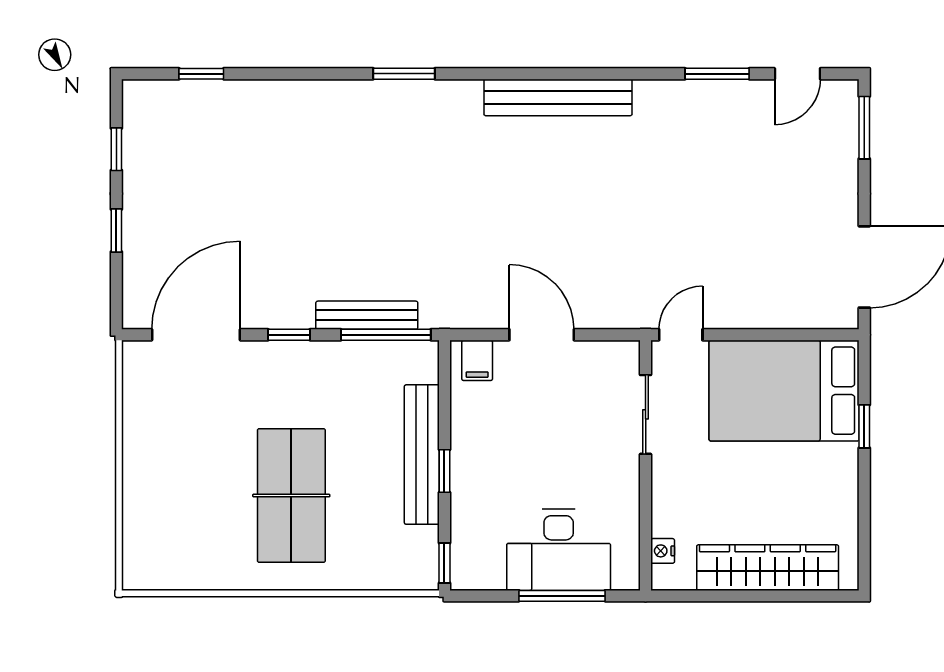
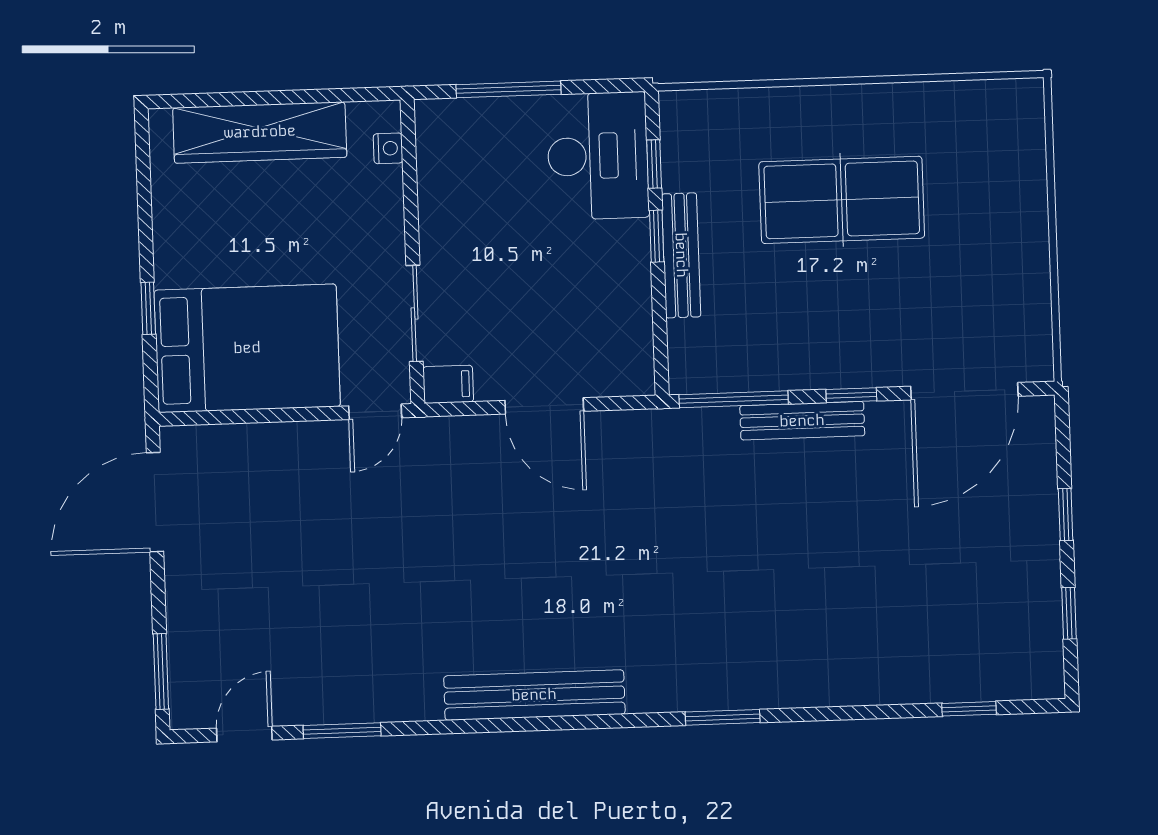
bench: (367, 315) -> (802, 421), moved
filing cabinet: (477, 360) -> (448, 384), moved, turned 90
bench: (422, 455) -> (681, 255), width x0.73, depth x0.82
table tennis table: (291, 496) -> (842, 200), turned 90
desk: (559, 550) -> (598, 156), moved, turned 90
window: (444, 563) -> (654, 164), moved

